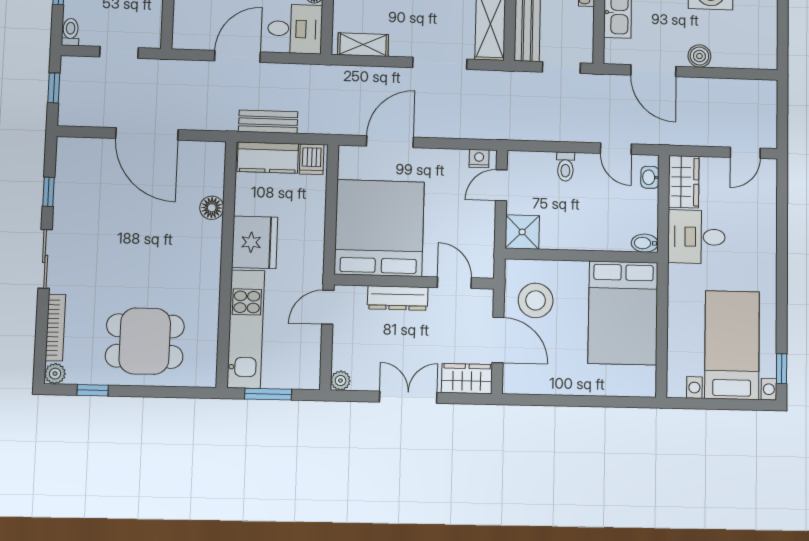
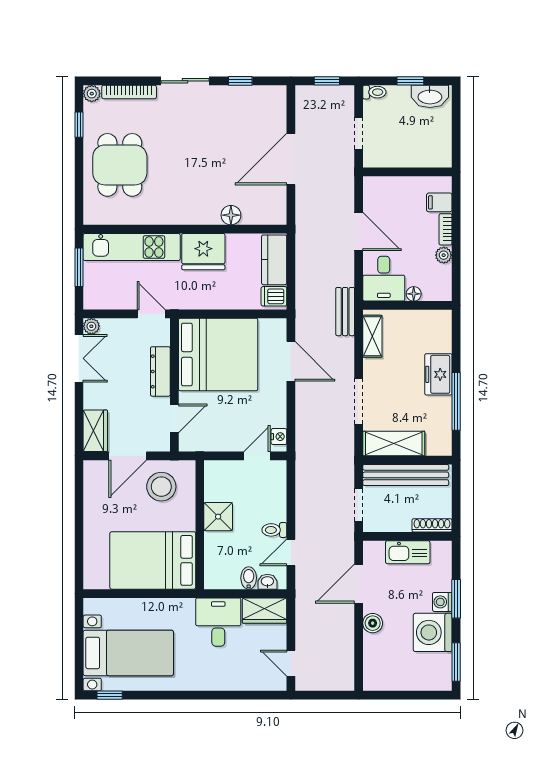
bench: (268, 122) -> (345, 312), moved
toilet: (565, 167) -> (274, 530), moved
door: (501, 185) -> (257, 456), hinge flipped
shower: (522, 232) -> (218, 517), moved
bidet: (645, 243) -> (249, 578), moved
double door: (408, 397) -> (79, 358), moved

